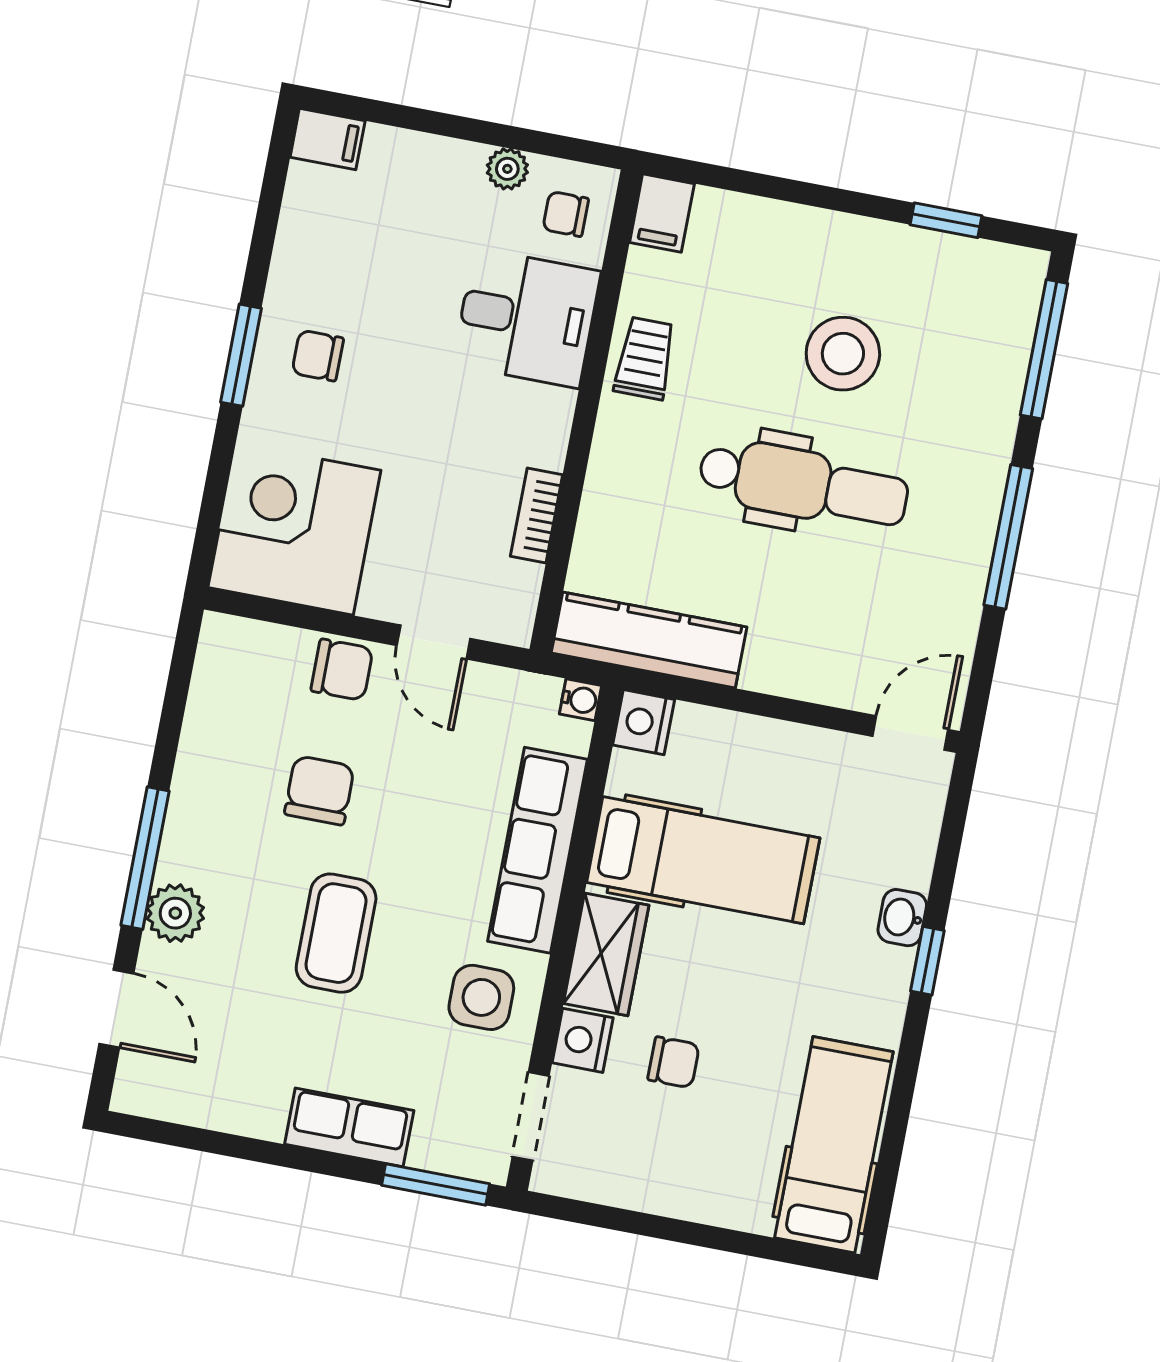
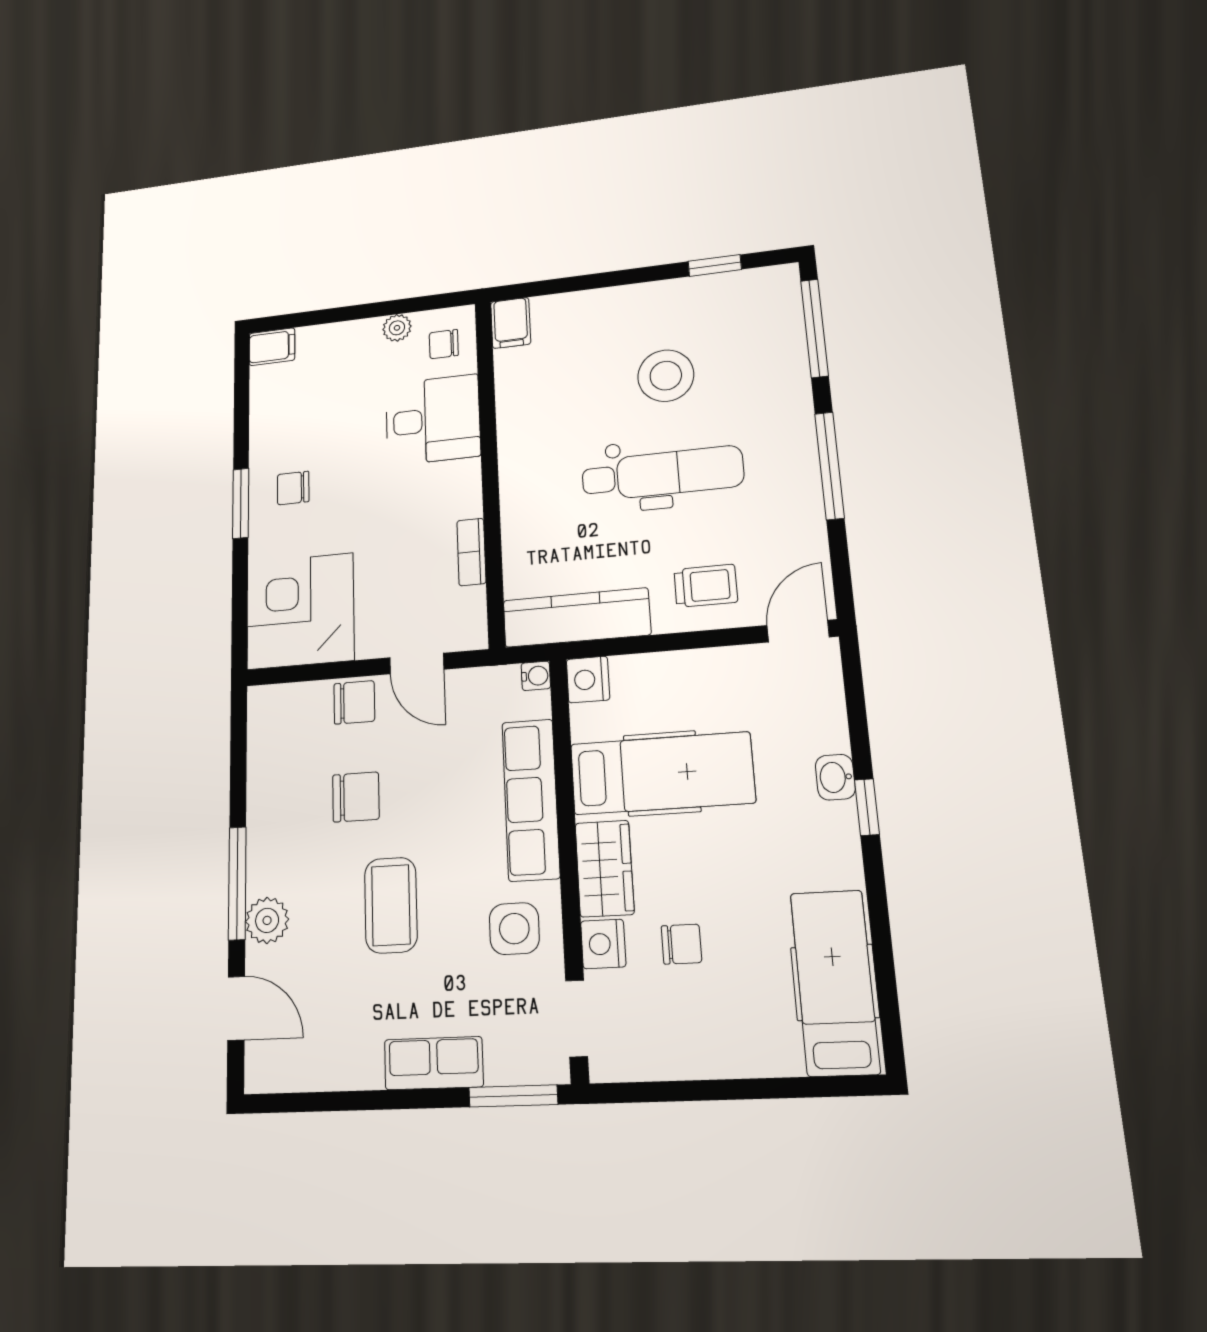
trolley: (645, 358) -> (706, 586), moved, turned 90
chair: (319, 790) -> (356, 797), turned 90

